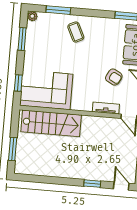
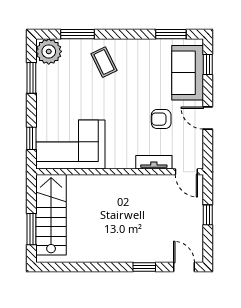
plant: (32, 16) -> (49, 51), width x1.88, depth x1.88
armchair: (114, 77) -> (161, 119), turned 152
stairs: (51, 123) -> (51, 215), moved, turned -90

